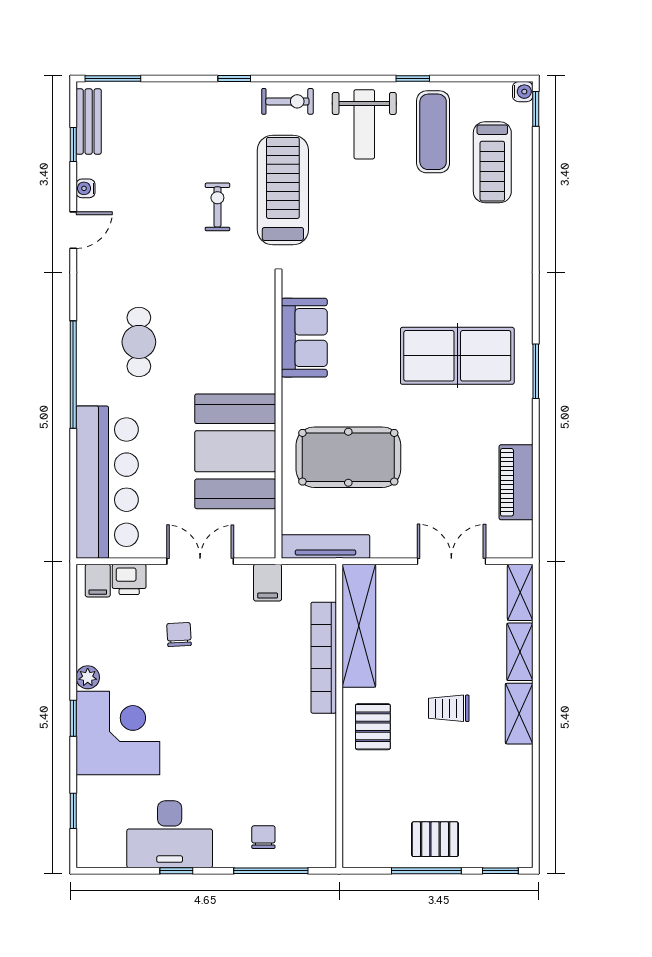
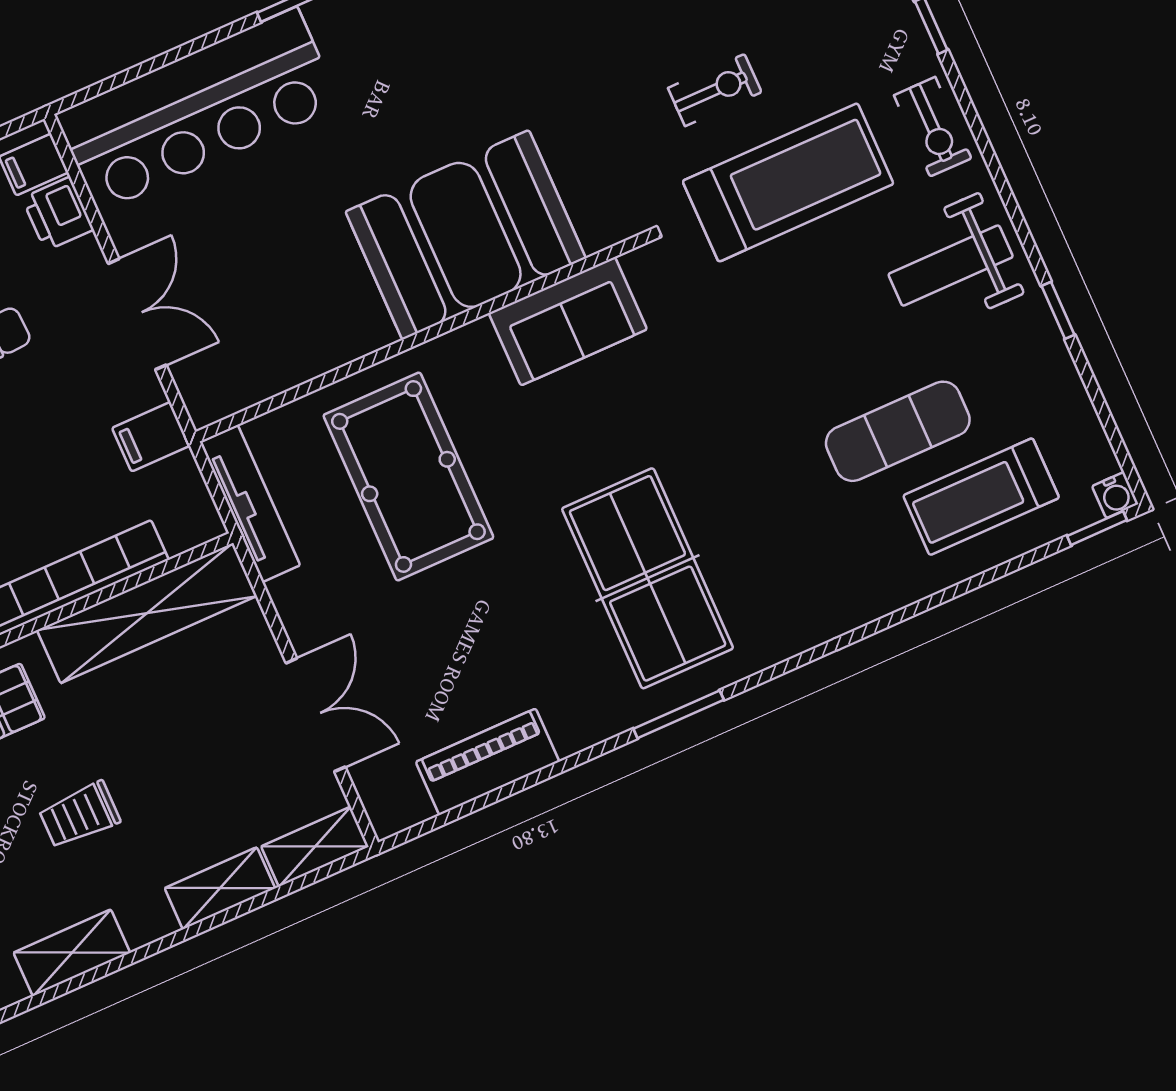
exercise mat: (433, 132) -> (898, 431), moved
cafe table: (139, 342) -> (444, 61), removed
booth: (235, 451) -> (466, 235), moved
trolley: (449, 708) -> (79, 815), turned -90
shelving: (519, 714) -> (72, 953), moved

